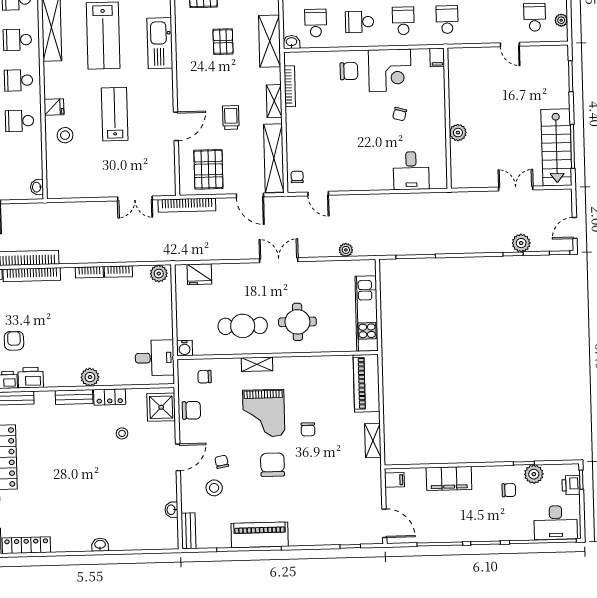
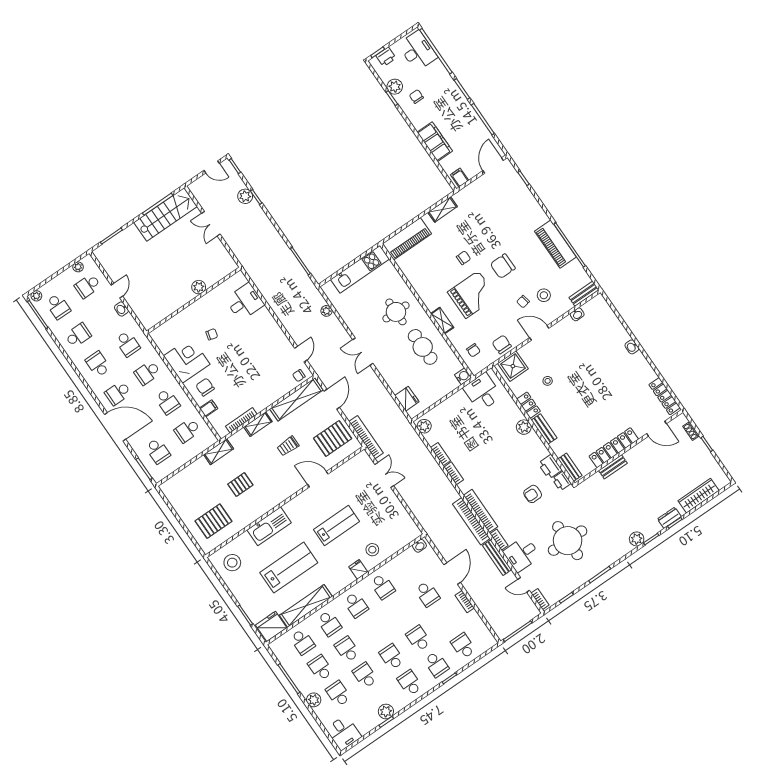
school desk: (447, 20) -> (128, 344), turned -90
shelving: (270, 41) -> (219, 452), width x0.67, depth x0.75
washbasin: (291, 42) -> (121, 309), moved
filing cabinet: (437, 57) -> (209, 408), moved
lab bench: (115, 114) -> (337, 526), turned 180

